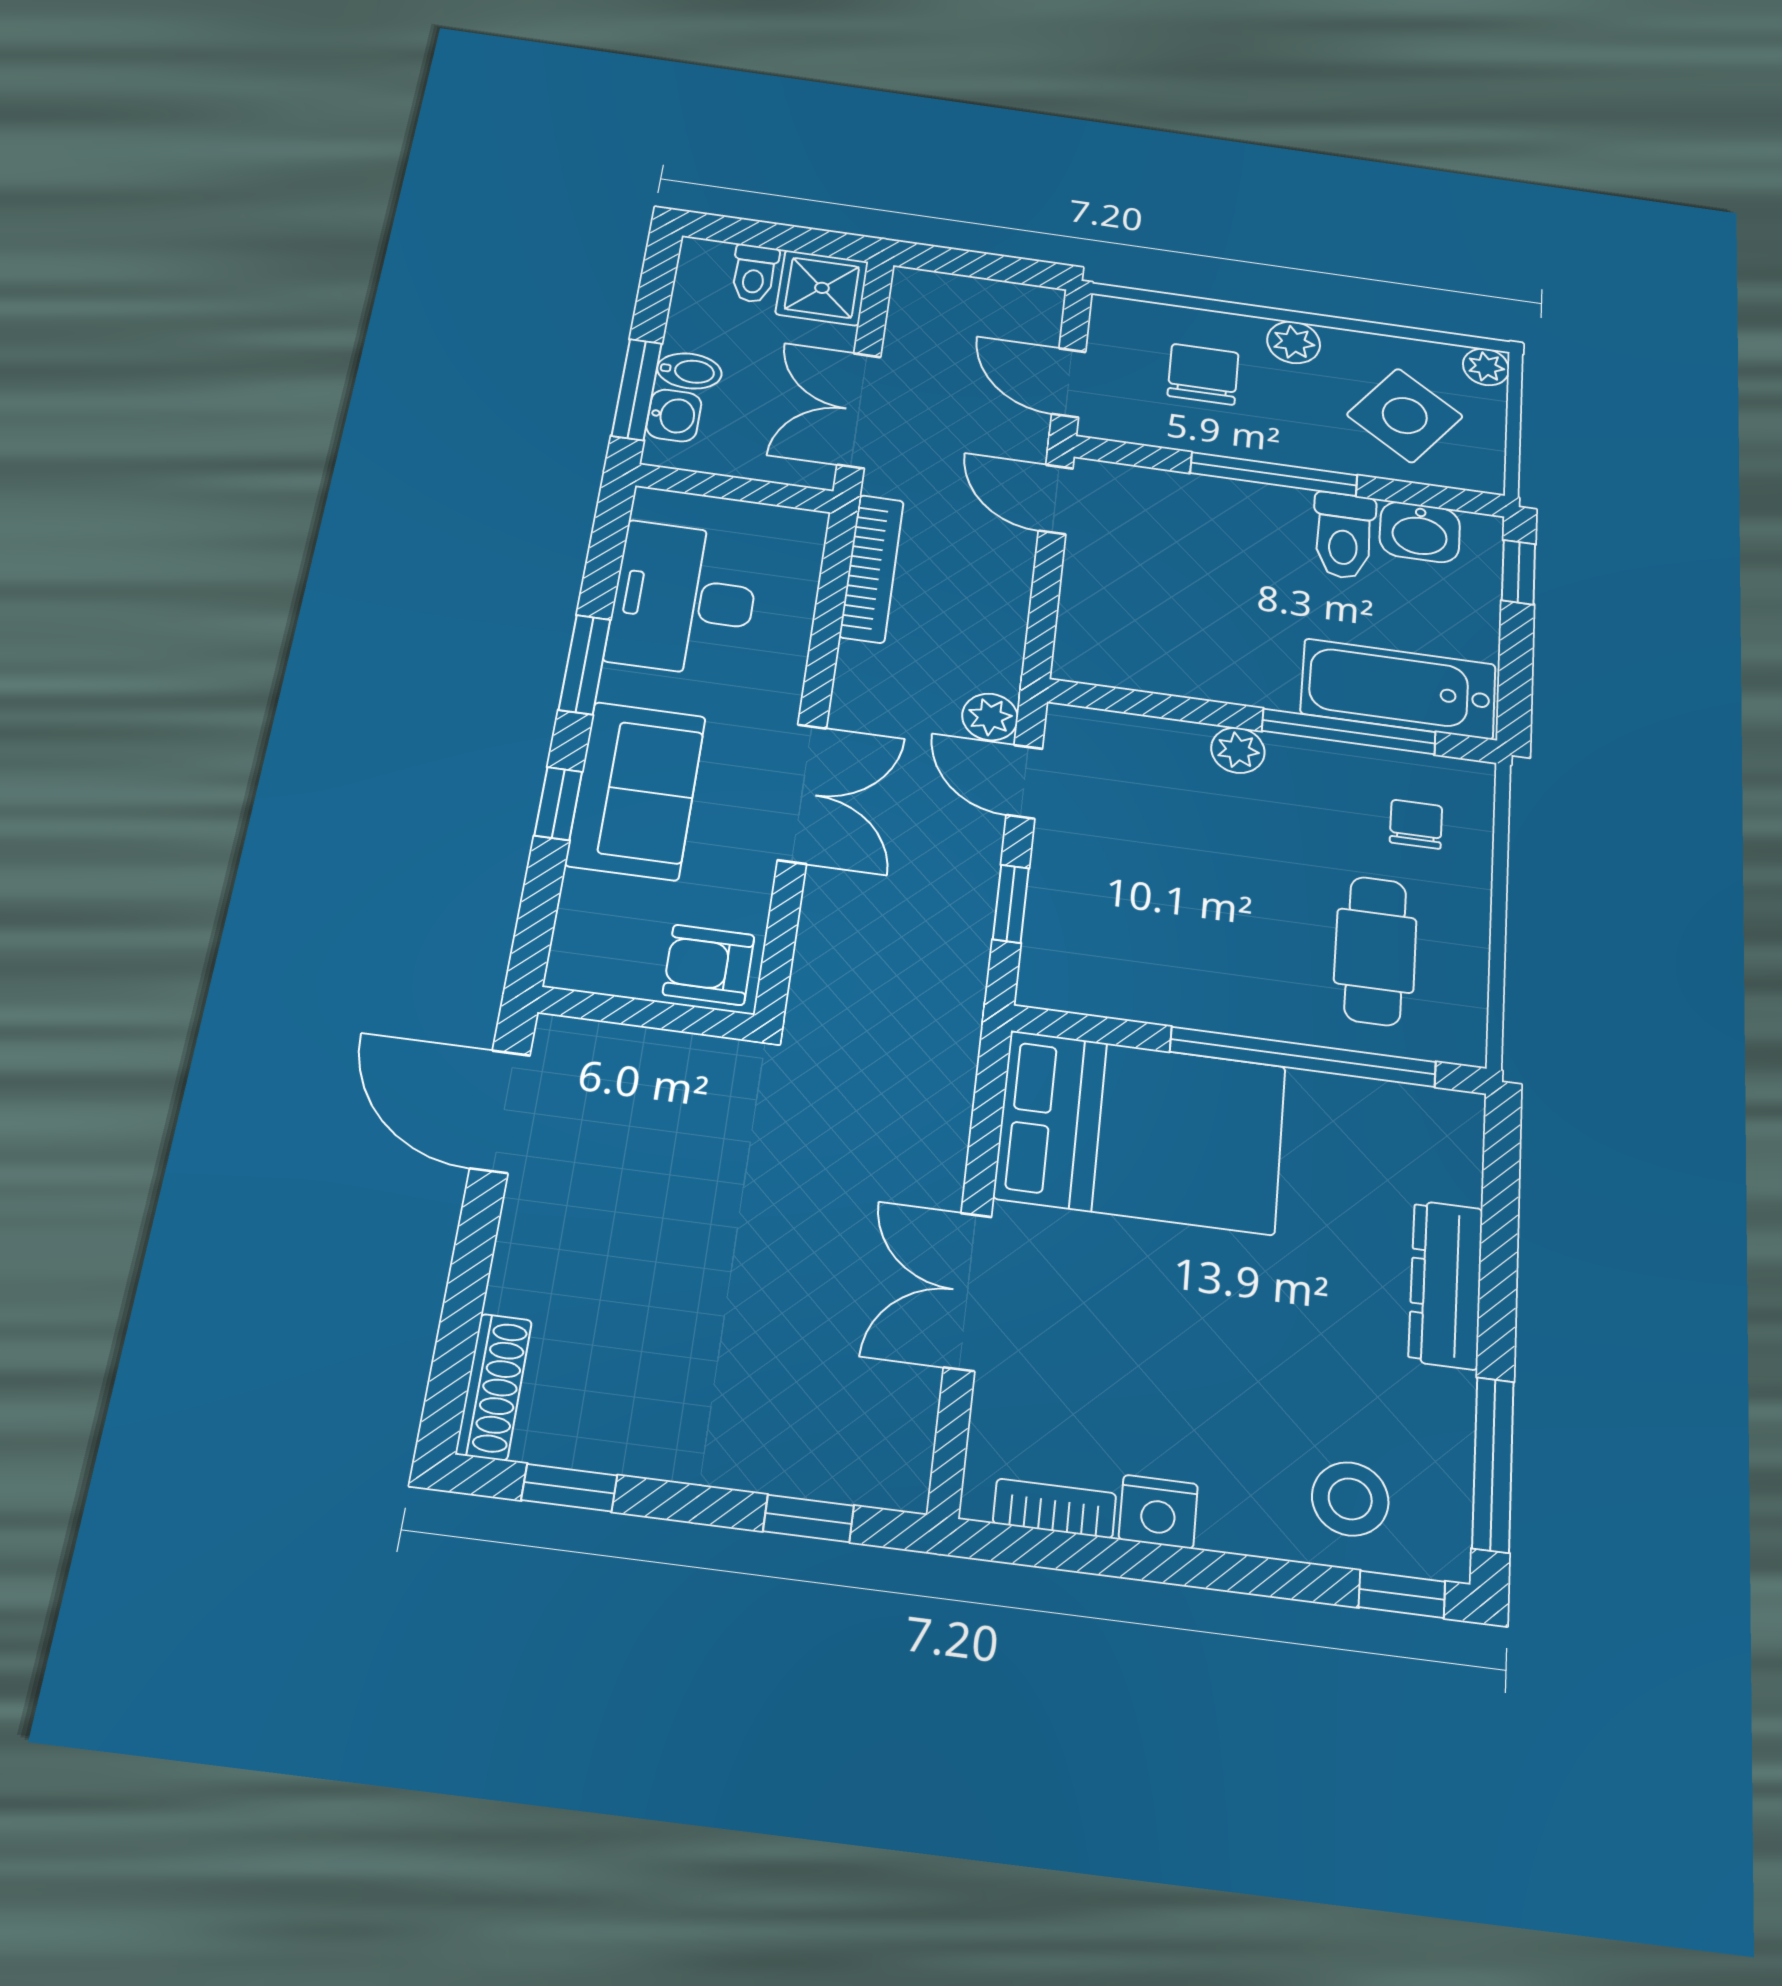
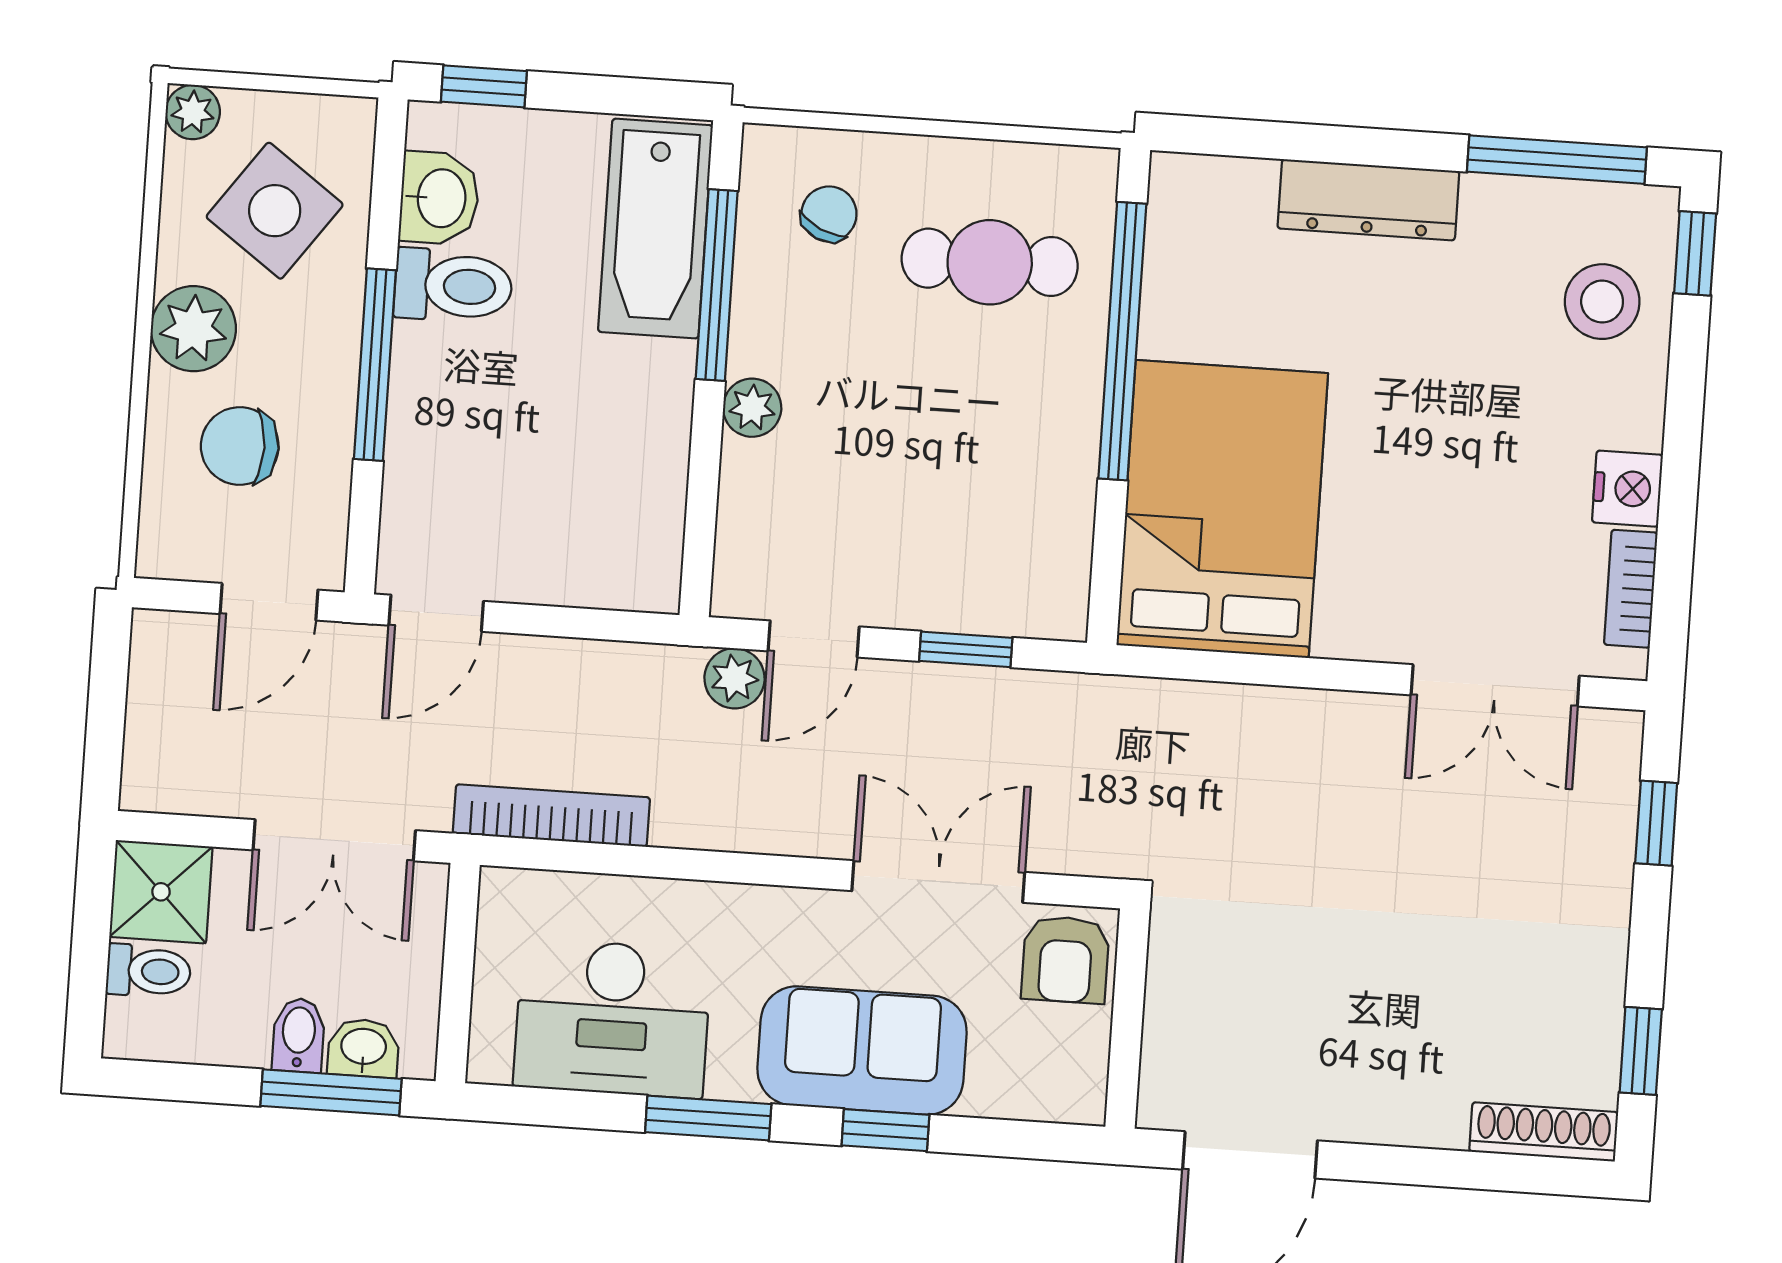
plant: (1294, 342) -> (193, 329), width x1.38, depth x1.38
double door: (802, 794) -> (938, 881), moved
chair: (1416, 824) -> (829, 214), turned 115
double door: (968, 1291) -> (1495, 685), moved

